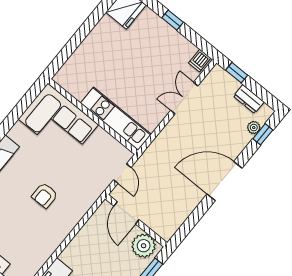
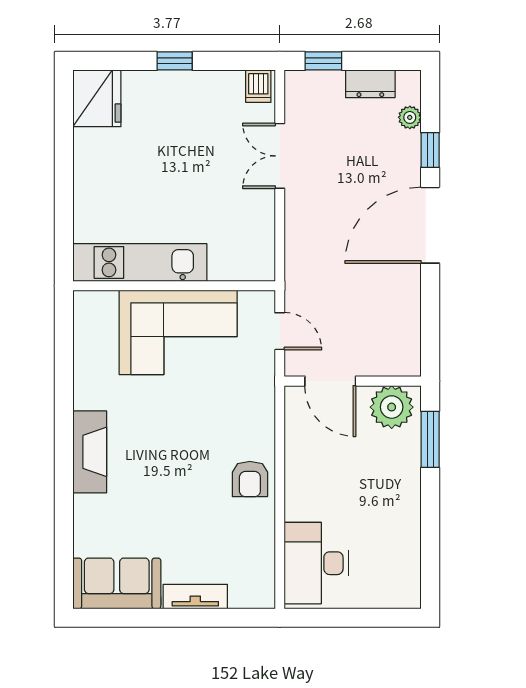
kitchen unit: (116, 119) -> (140, 262), moved
corner sofa: (58, 122) -> (178, 332), moved
window: (263, 134) -> (430, 150), moved
armchair: (45, 195) -> (250, 479), moved

